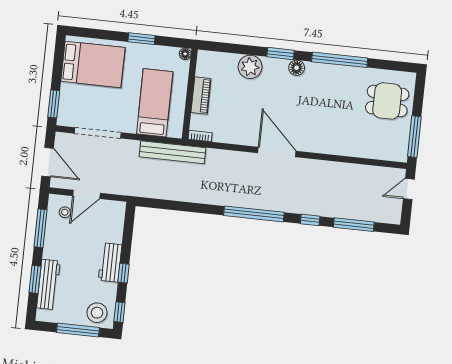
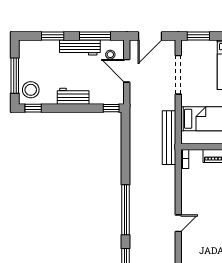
door: (277, 152) -> (178, 223), width x0.53
window: (124, 273) -> (111, 108), moved
workbench: (48, 284) -> (80, 47), moved

